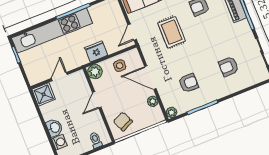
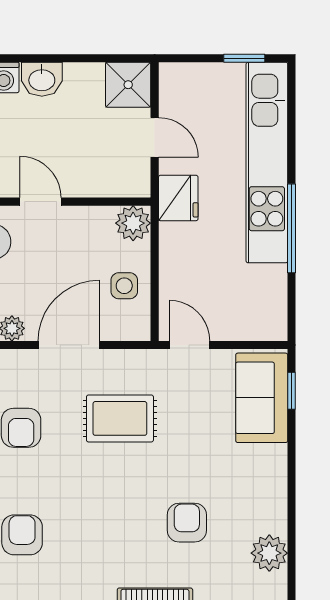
rug: (172, 32) -> (120, 418), moved
fridge: (96, 51) -> (178, 198), moved
door: (97, 100) -> (40, 202), moved

